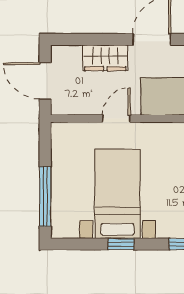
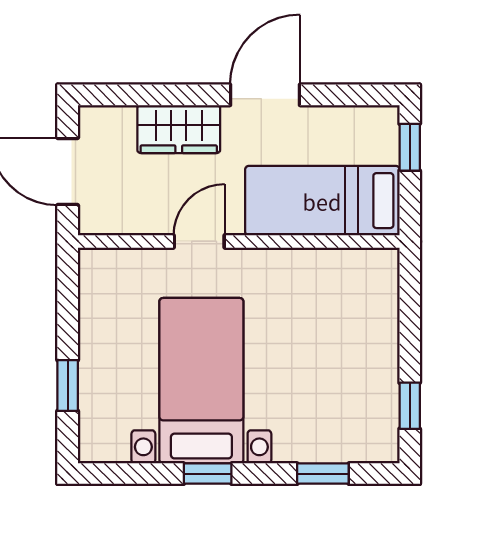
window: (45, 196) -> (68, 386), width x0.46

